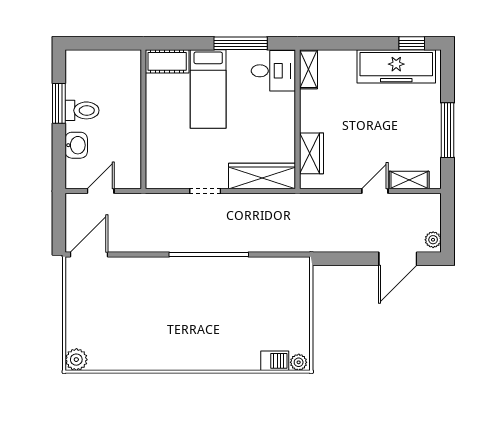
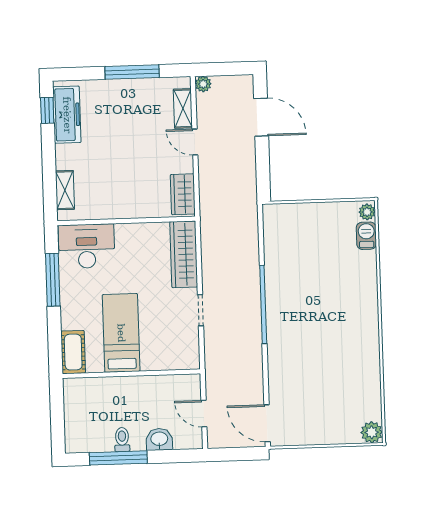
freezer: (396, 66) -> (67, 115), width x0.73, depth x0.79
shelving: (309, 69) -> (65, 190), moved, turned 90
desk: (273, 71) -> (87, 246), width x1.37
bed: (208, 89) -> (121, 333), moved, turned -90
window: (59, 103) -> (118, 458), width x1.44
toilet: (82, 110) -> (122, 440), width x0.73, depth x0.72
wardrobe: (312, 153) -> (183, 194), moved, turned -90
plant: (433, 240) -> (203, 84), moved

